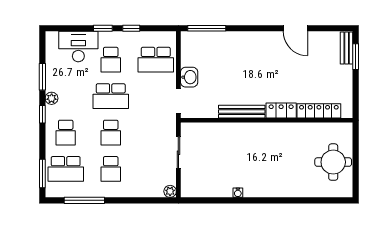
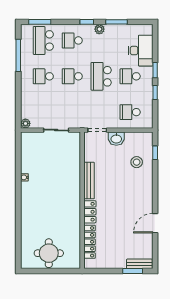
window: (207, 28) -> (155, 153), width x0.46
stool: (219, 52) -> (137, 162), added
school desk: (156, 60) -> (130, 112), width x0.54

